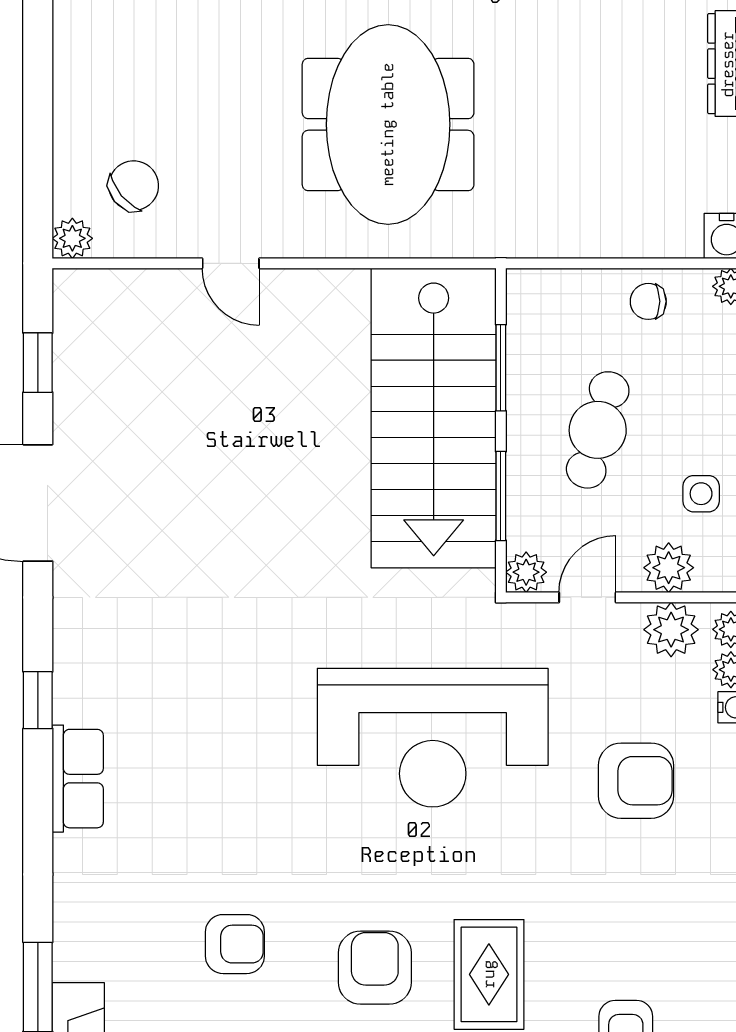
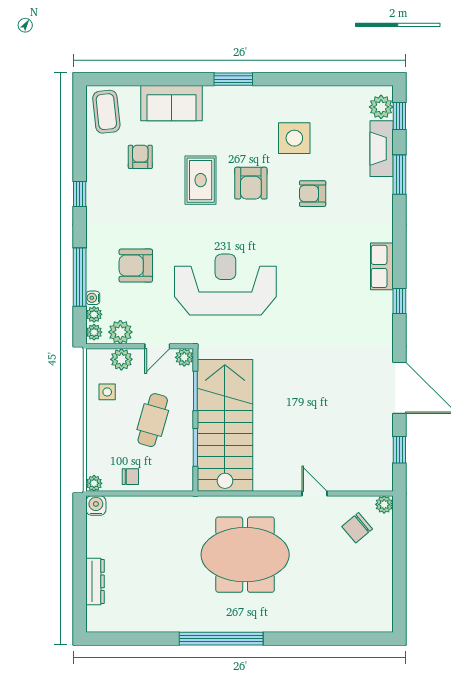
meeting table: (388, 124) -> (245, 555), turned 90

